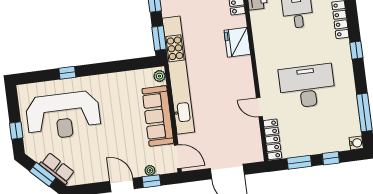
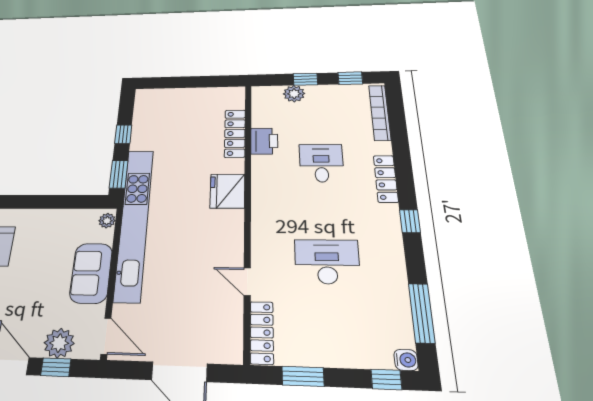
desk: (307, 86) -> (327, 262), width x0.73, depth x0.77
sofa: (158, 116) -> (91, 273), width x0.73
window: (331, 158) -> (386, 379), moved
plant: (150, 170) -> (59, 343), width x1.87, depth x1.87

